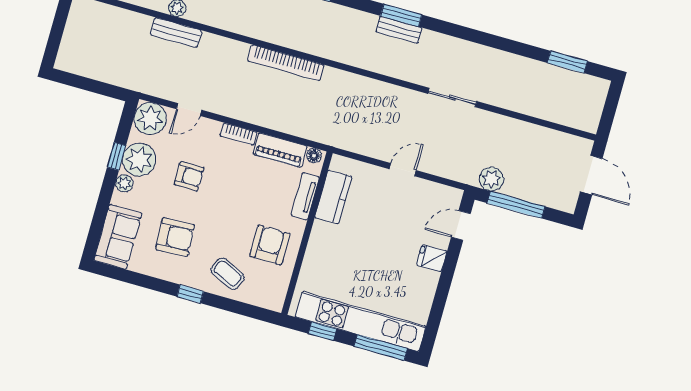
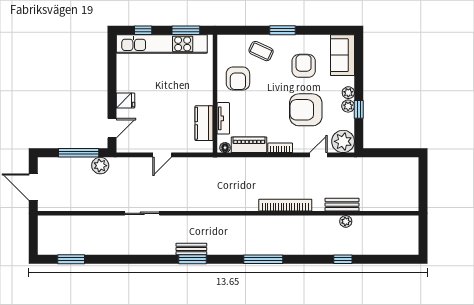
bookcase: (286, 63) -> (285, 205), moved
plant: (139, 160) -> (348, 106), width x0.53, depth x0.53
armchair: (189, 176) -> (306, 110), width x1.88, depth x1.88
armchair: (175, 237) -> (304, 66), turned 93
window: (190, 294) -> (282, 30), width x1.50
window: (322, 331) -> (186, 30), width x1.50
window: (381, 347) -> (143, 30), width x0.46

